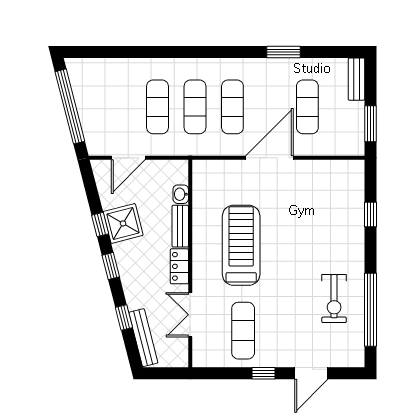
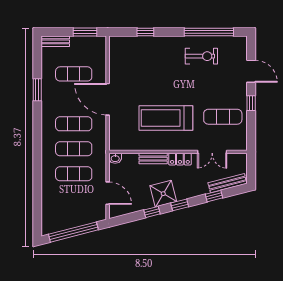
washbasin: (181, 194) -> (115, 158), moved
shower: (123, 223) -> (163, 194), moved

